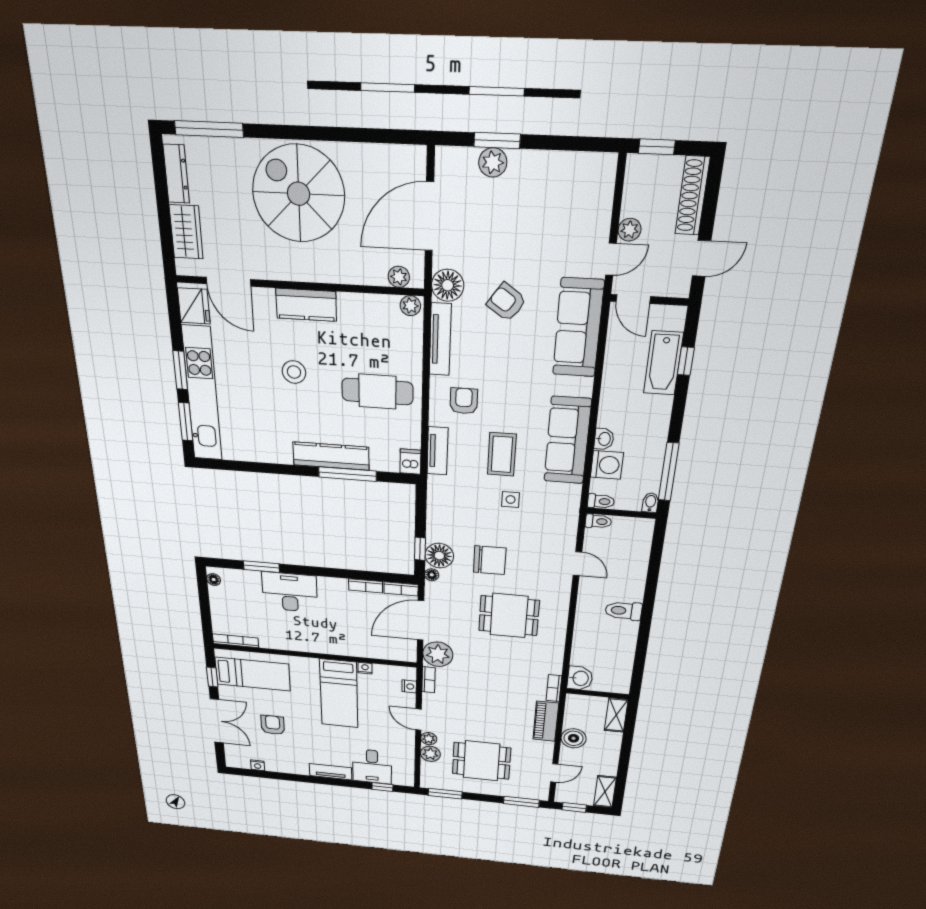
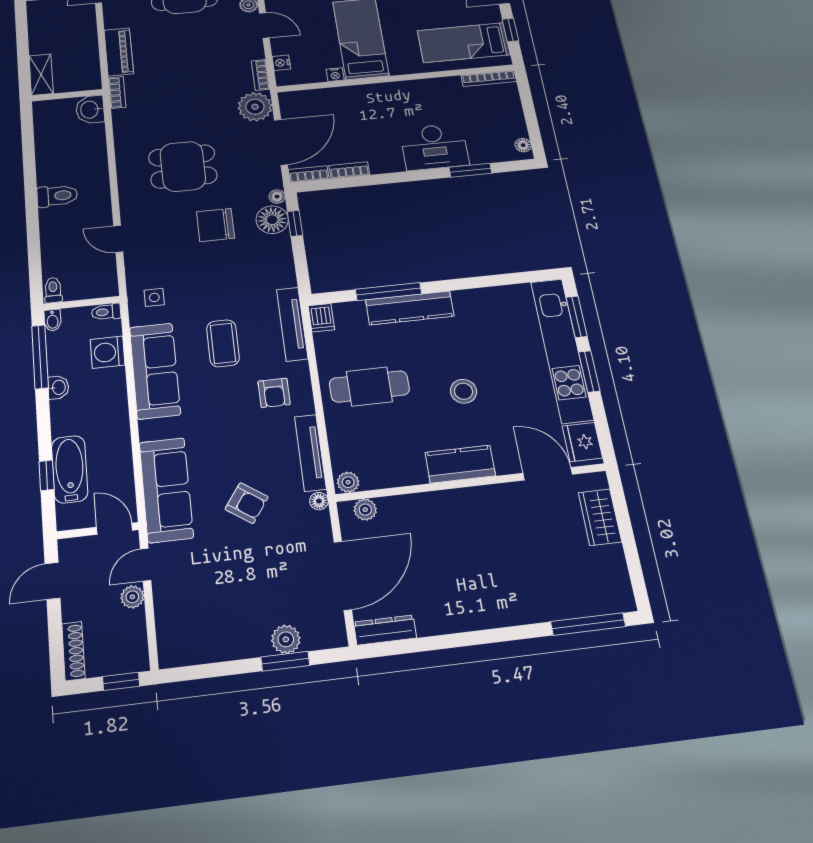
dresser: (176, 174) -> (385, 630), moved, turned 90
spiral stairs: (299, 194) -> (484, 575), removed
shoe rack: (692, 196) -> (73, 651), width x0.74, depth x0.81
floor lamp: (448, 285) -> (319, 501), width x0.53, depth x0.53
washbasin: (604, 439) -> (58, 387), moved, turned 180
tv unit: (437, 451) -> (292, 324), width x1.41
side table: (511, 500) -> (154, 297), moved
toilet: (598, 521) -> (53, 290), moved, turned 90
boiler: (574, 738) -> (84, 38), removed

